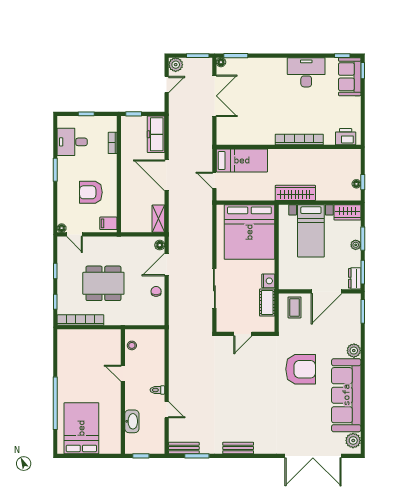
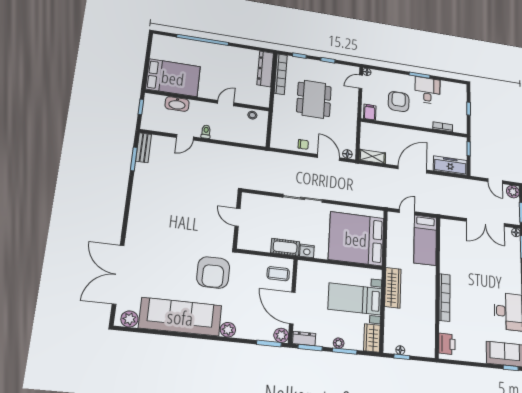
desk: (72, 142) -> (427, 90), moved
plant: (354, 300) -> (281, 335), added
door: (243, 334) -> (237, 217), moved
wall: (245, 334) -> (237, 220), moved
dresser: (77, 336) -> (265, 69), added
bed: (81, 428) -> (173, 78), moved
bench: (238, 448) -> (137, 200), removed

